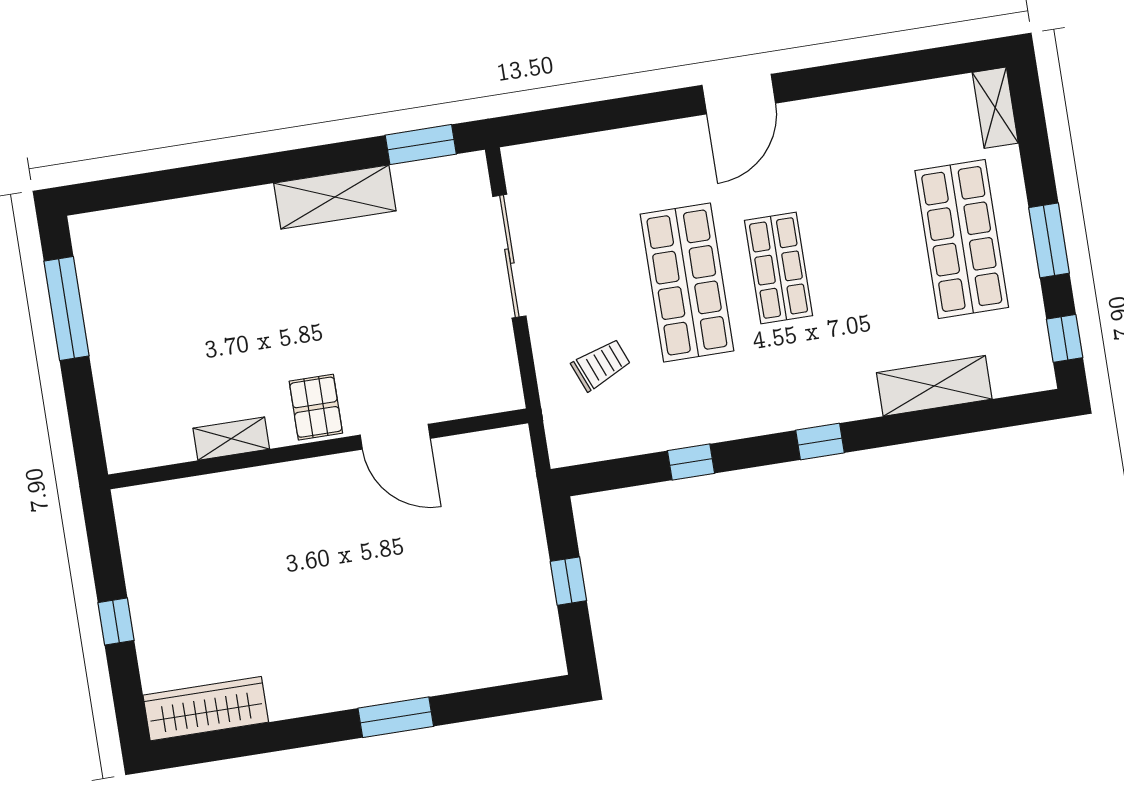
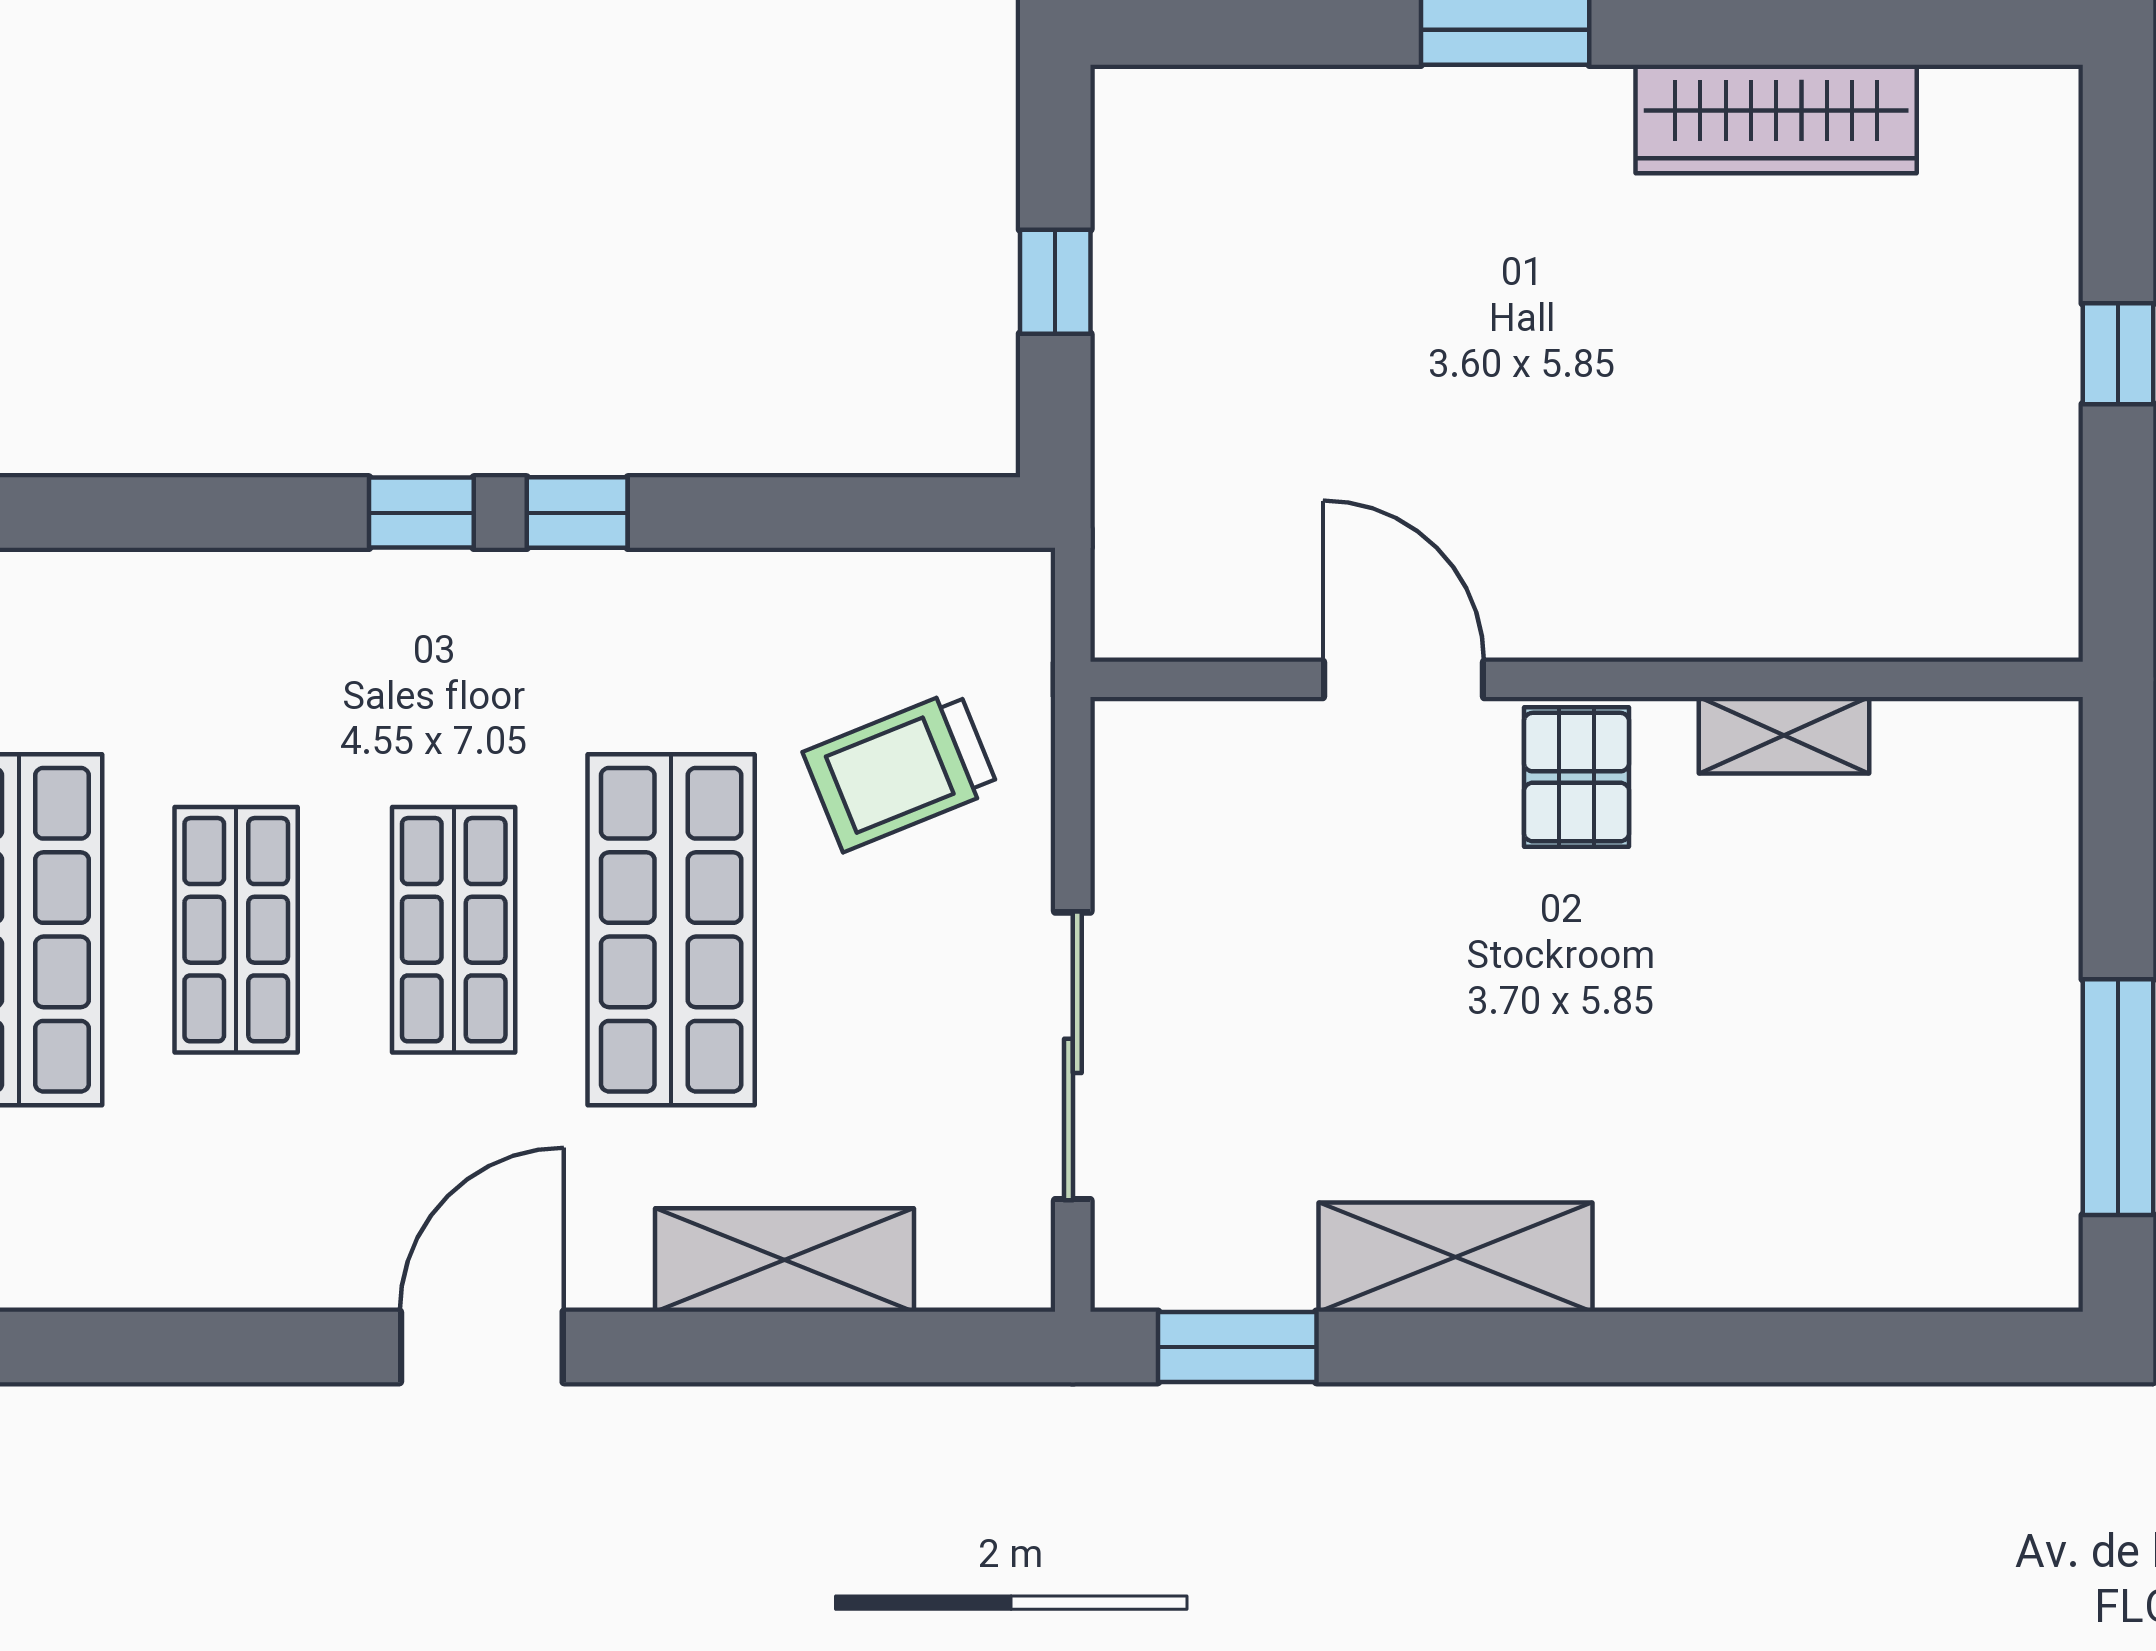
shop shelf: (870, 253) -> (236, 930), added
trolley: (601, 365) -> (901, 771), width x1.36, depth x1.39
shelving: (934, 386) -> (785, 1260), moved
window: (691, 462) -> (577, 513), moved
wardrobe: (206, 709) -> (1776, 119), moved

